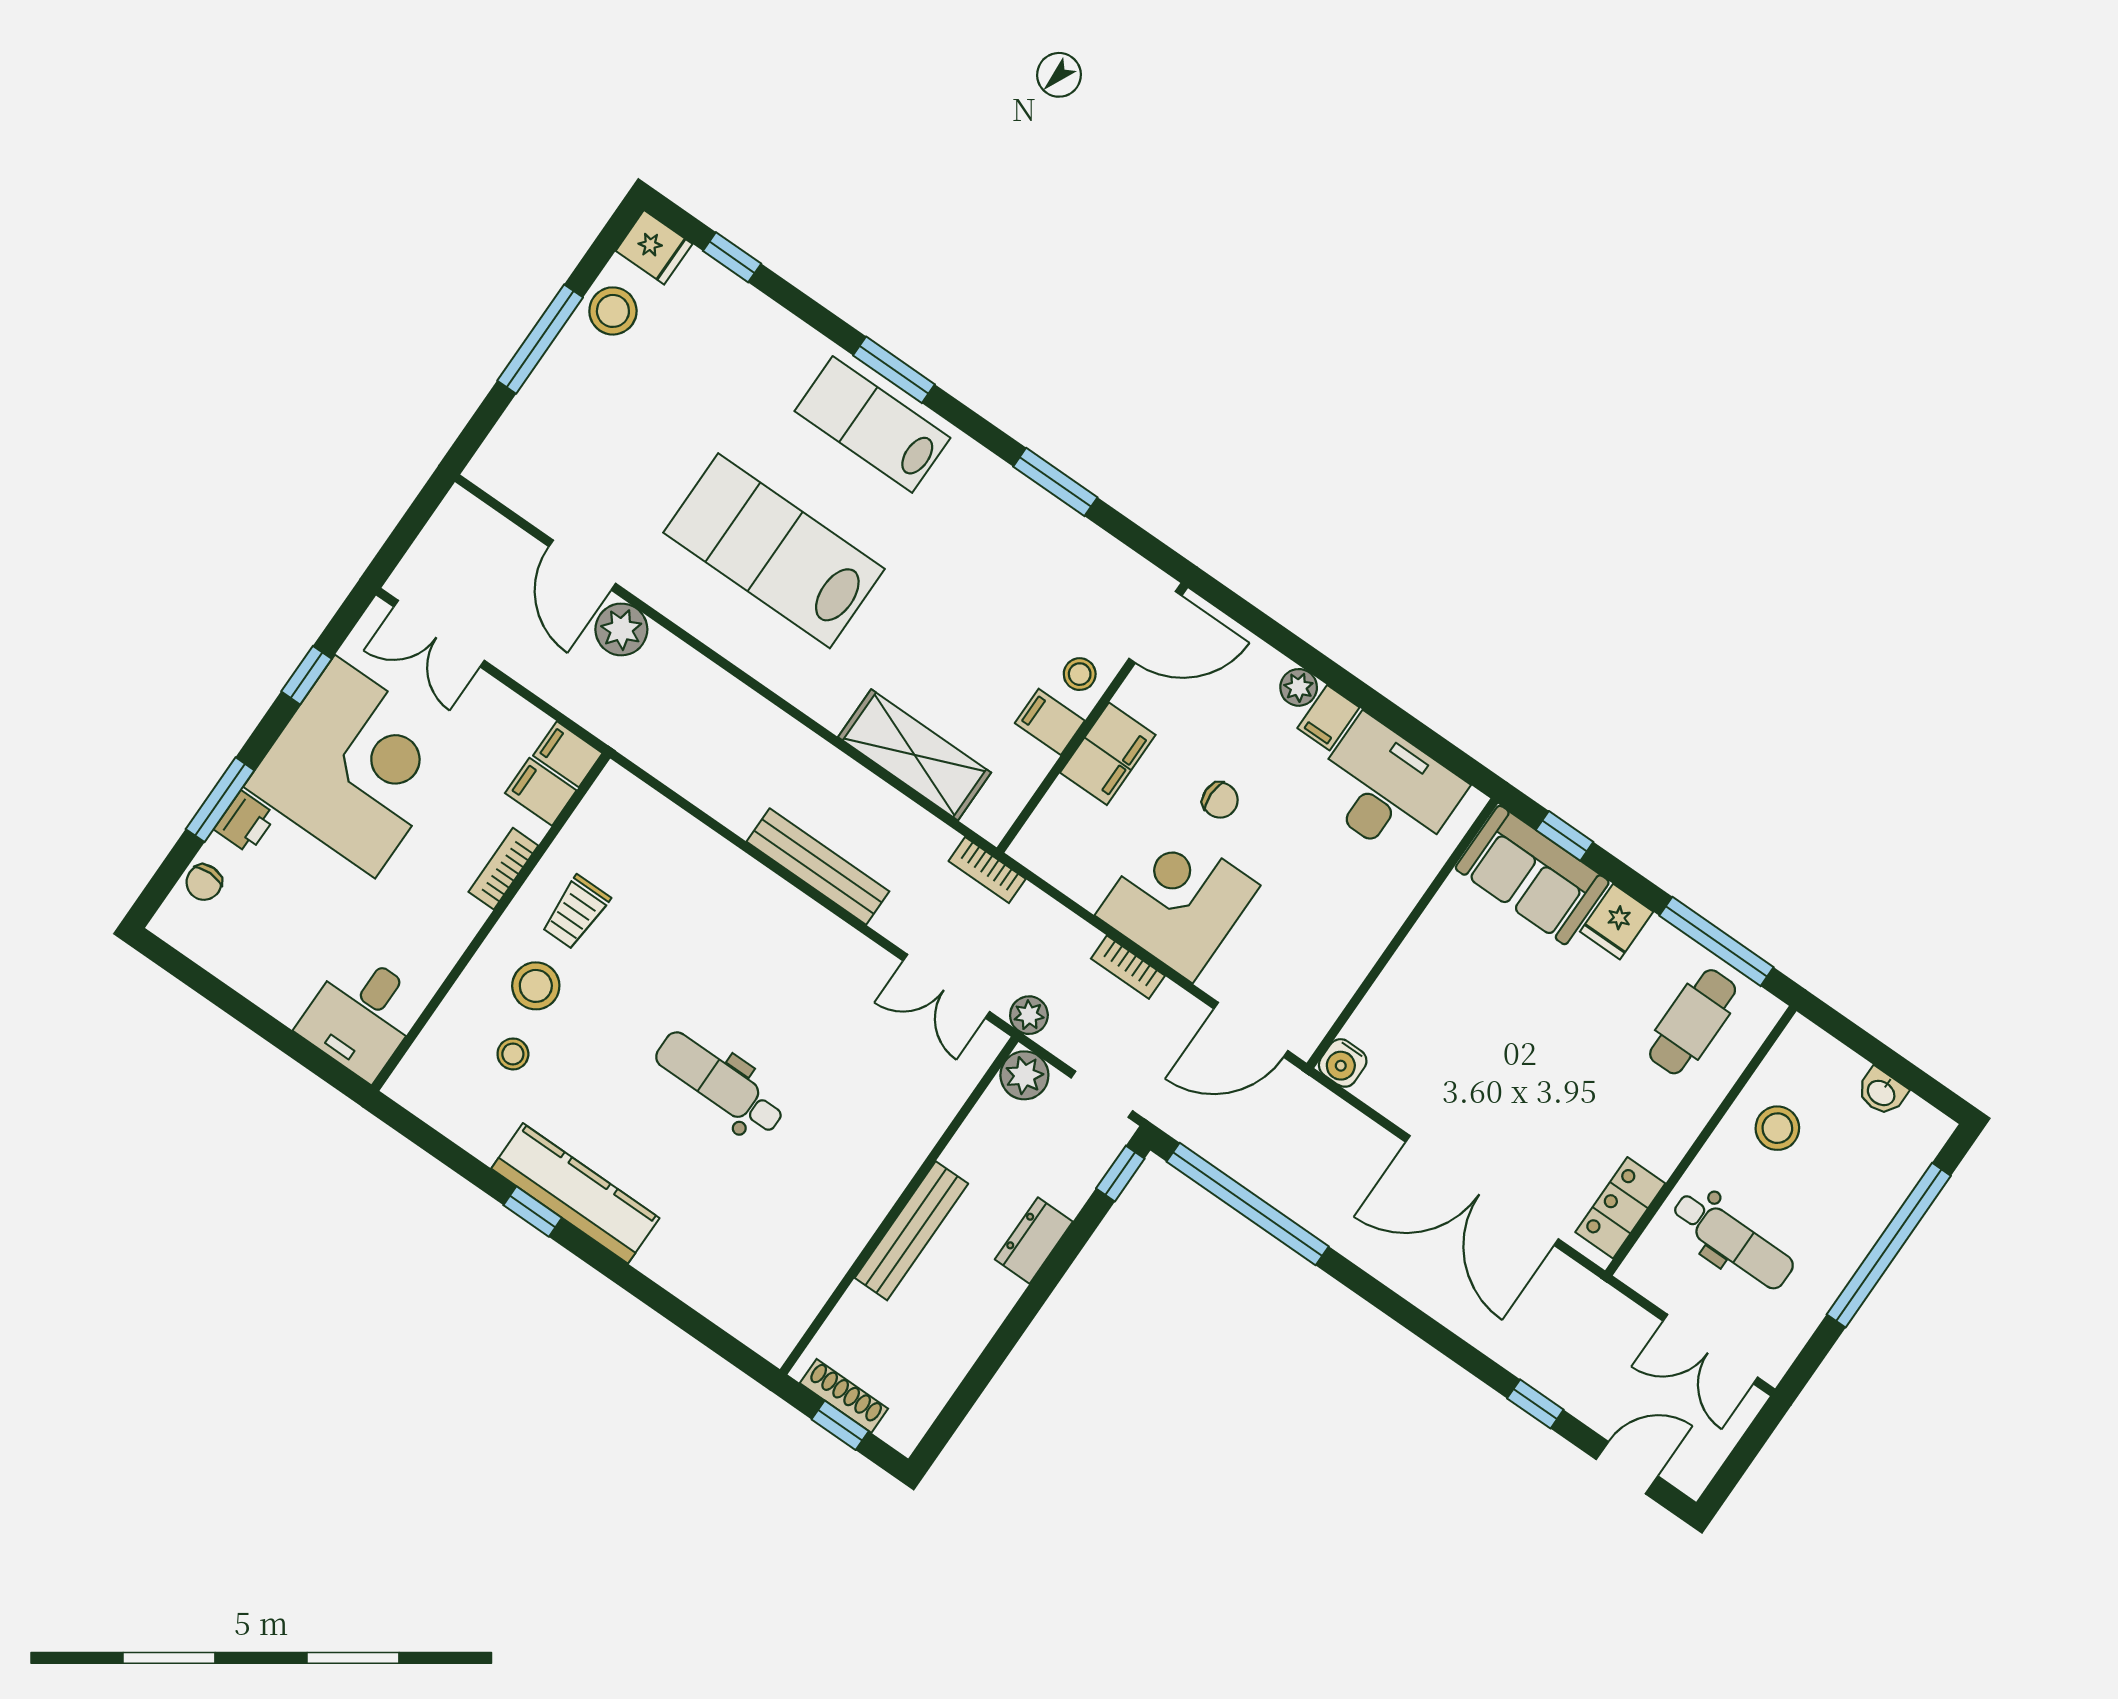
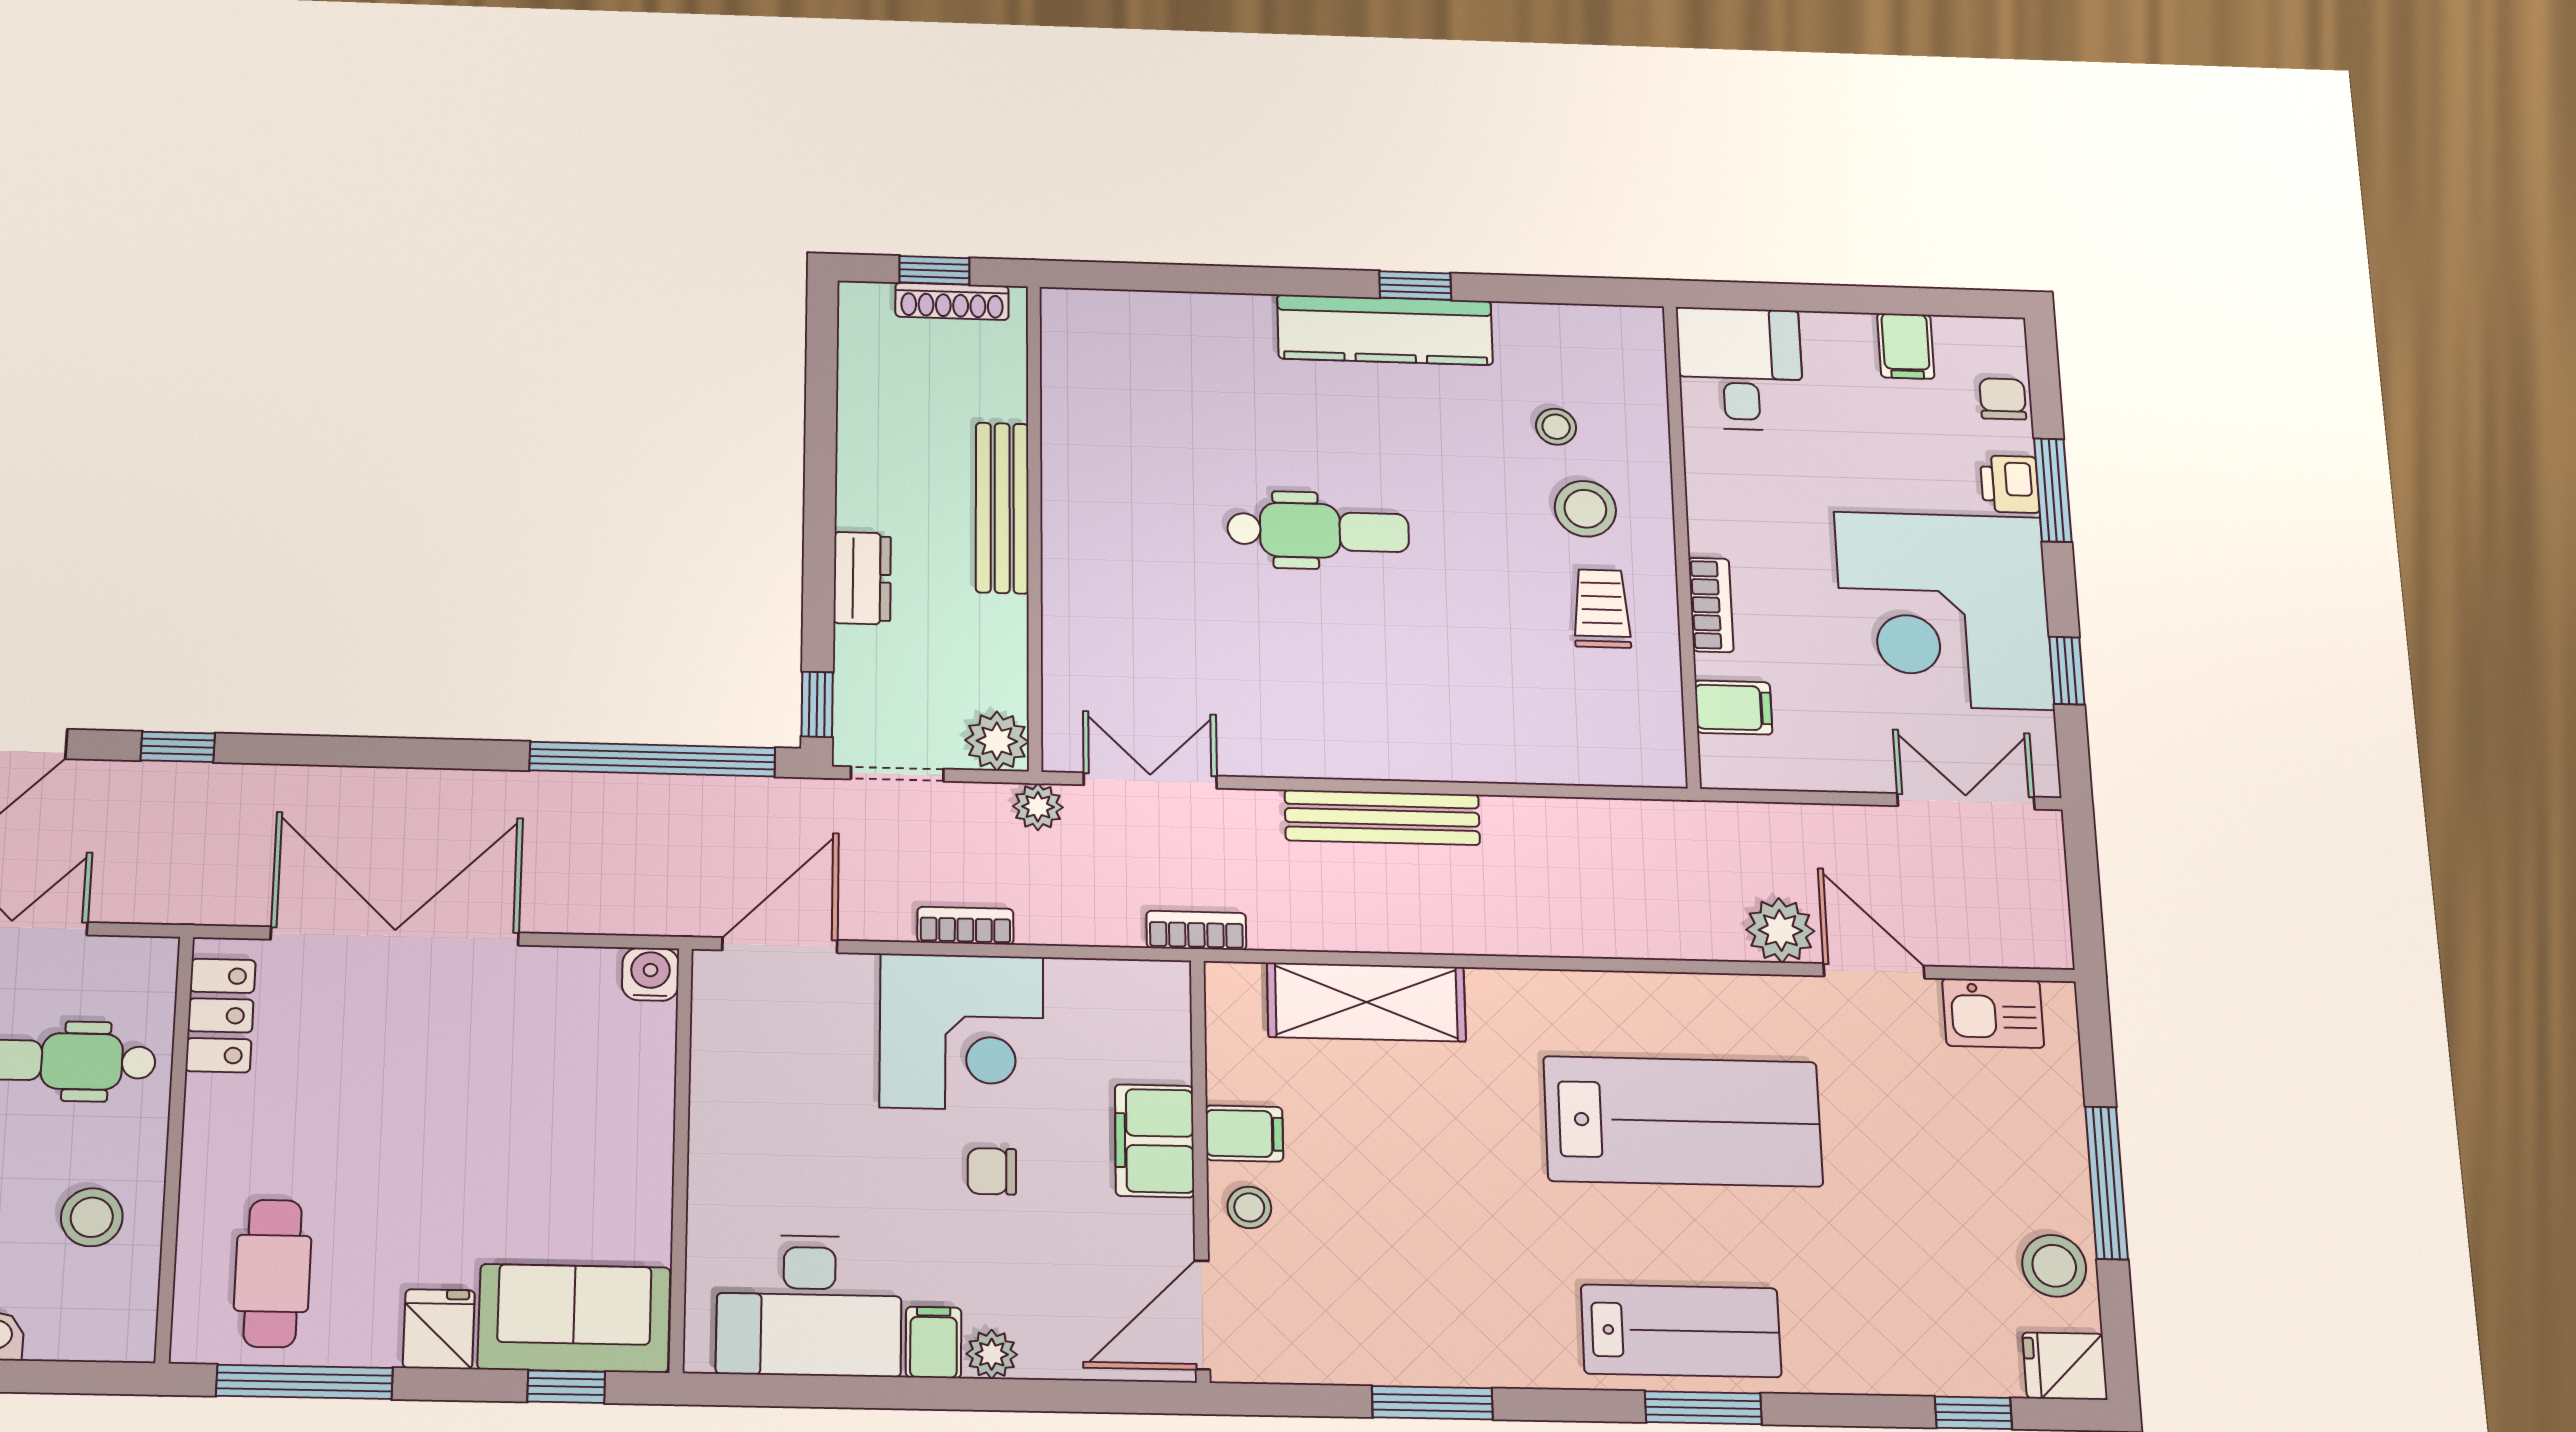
kitchen sink: (528, 489) -> (1993, 1013), added
filing cabinet: (568, 754) -> (1906, 346), moved, turned 90

